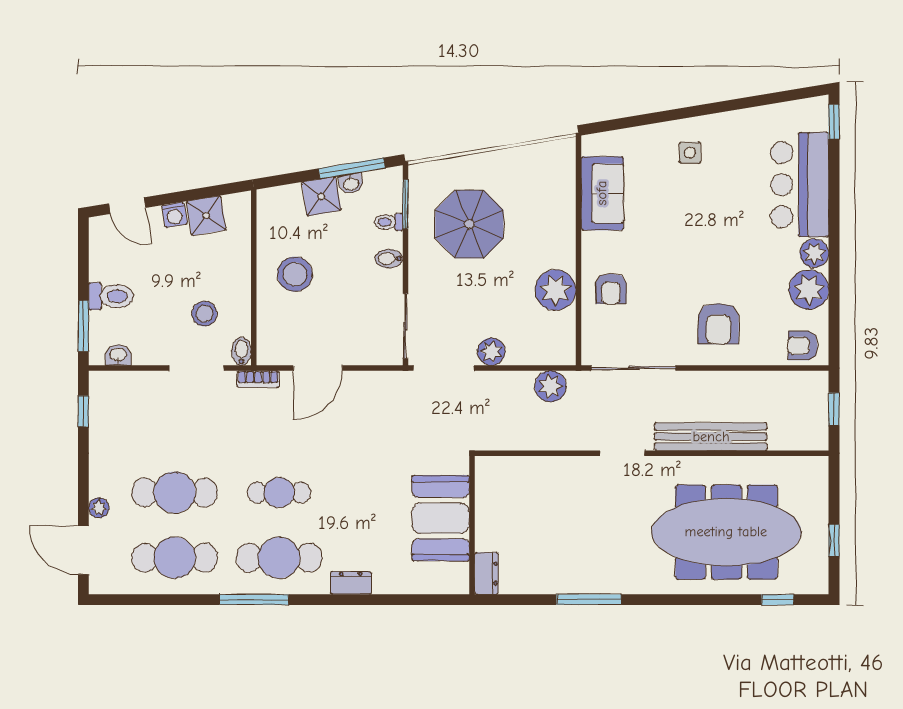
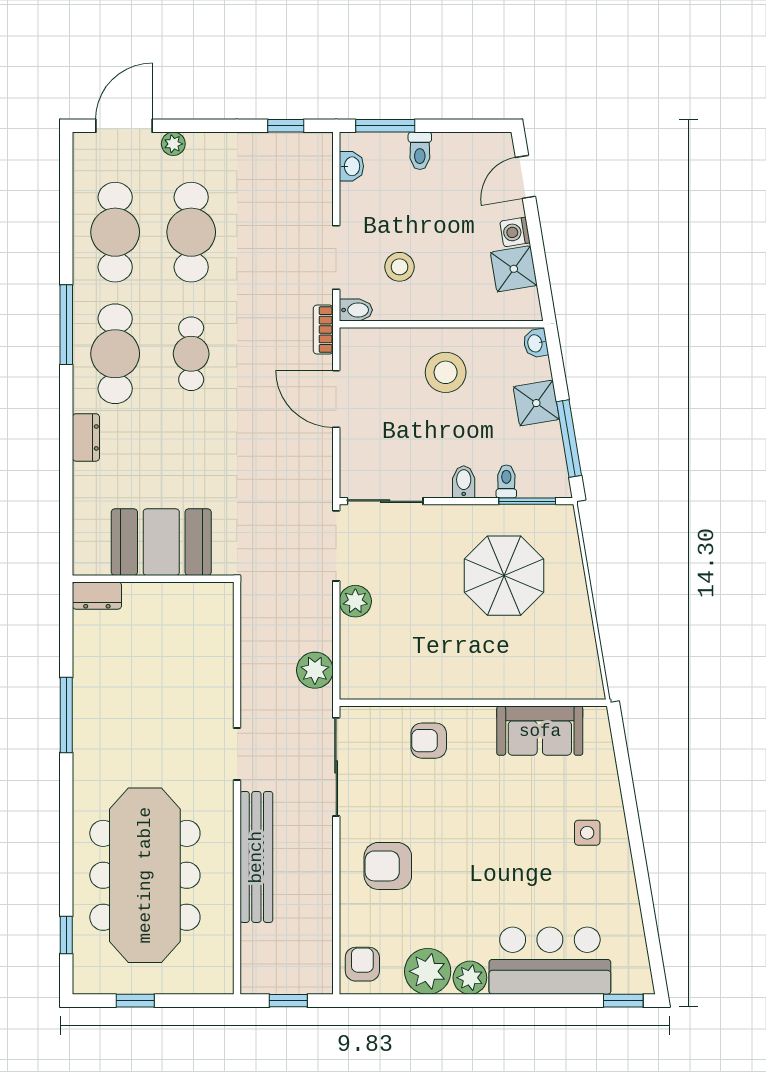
washbasin: (351, 184) -> (536, 343), moved
plant: (555, 290) -> (427, 676), removed
toilet: (111, 296) -> (420, 151), width x0.73, depth x0.72

